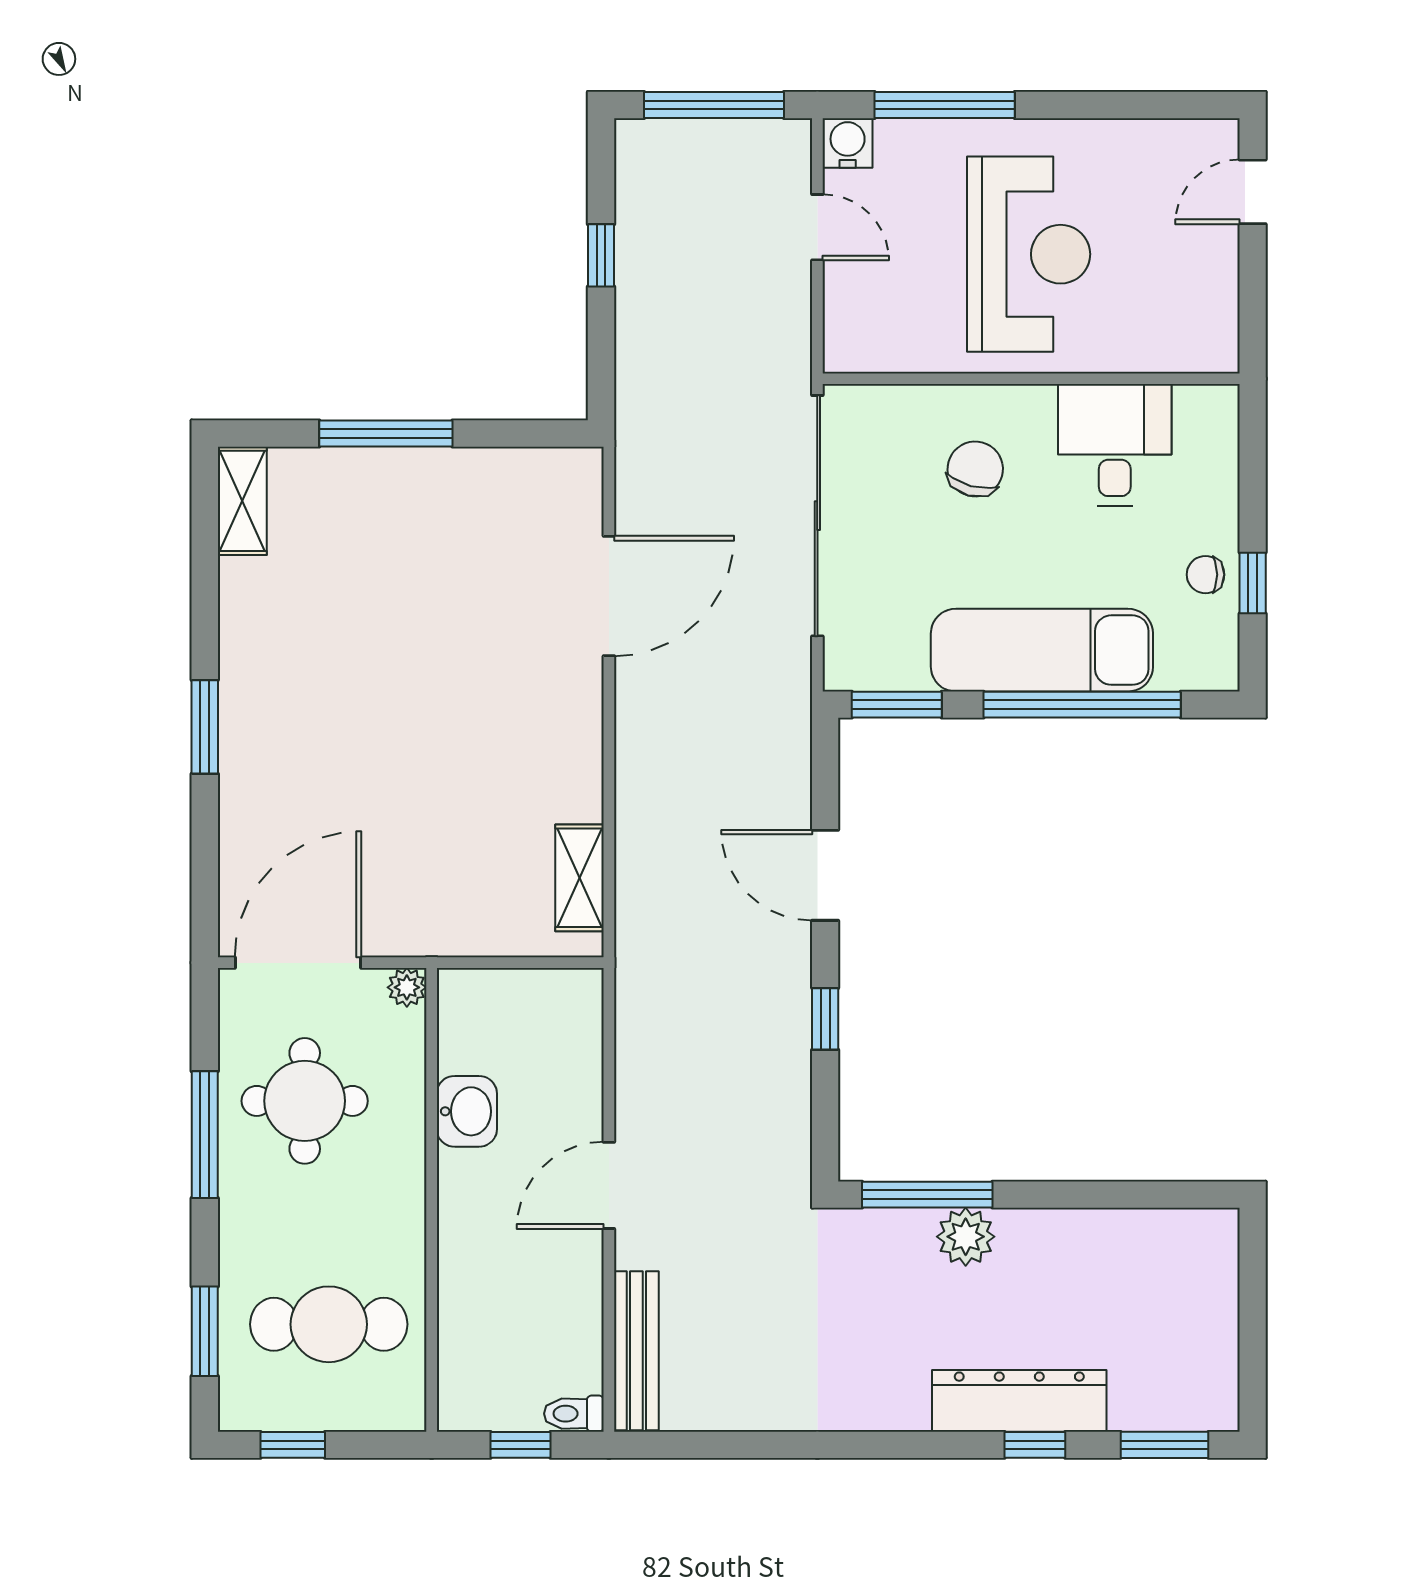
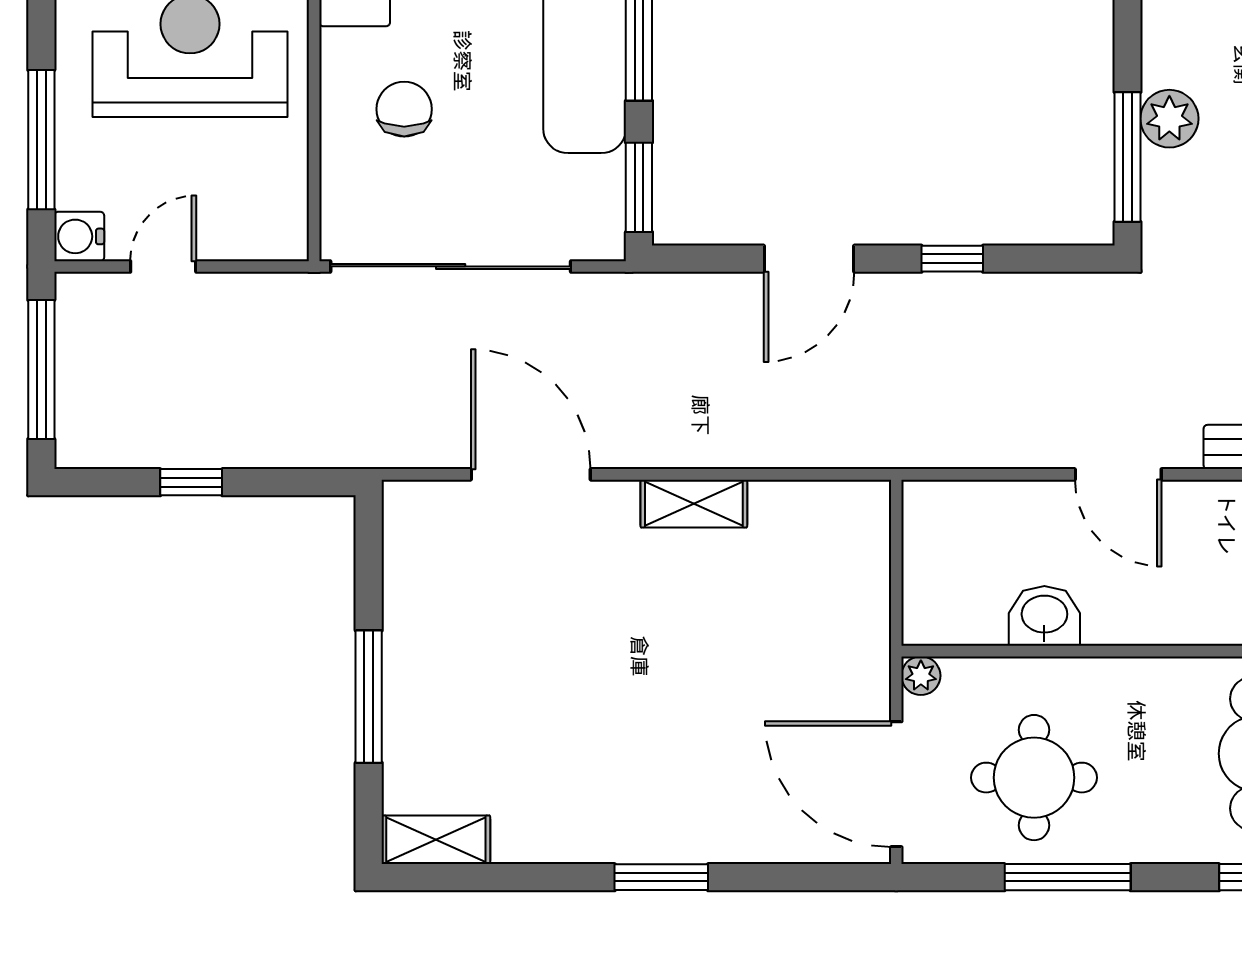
chair: (975, 469) -> (404, 109), turned 75
shelving: (580, 878) -> (694, 504), moved

